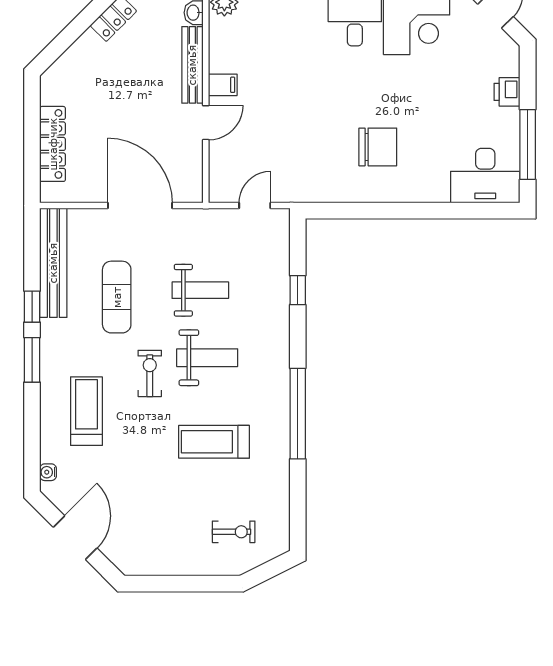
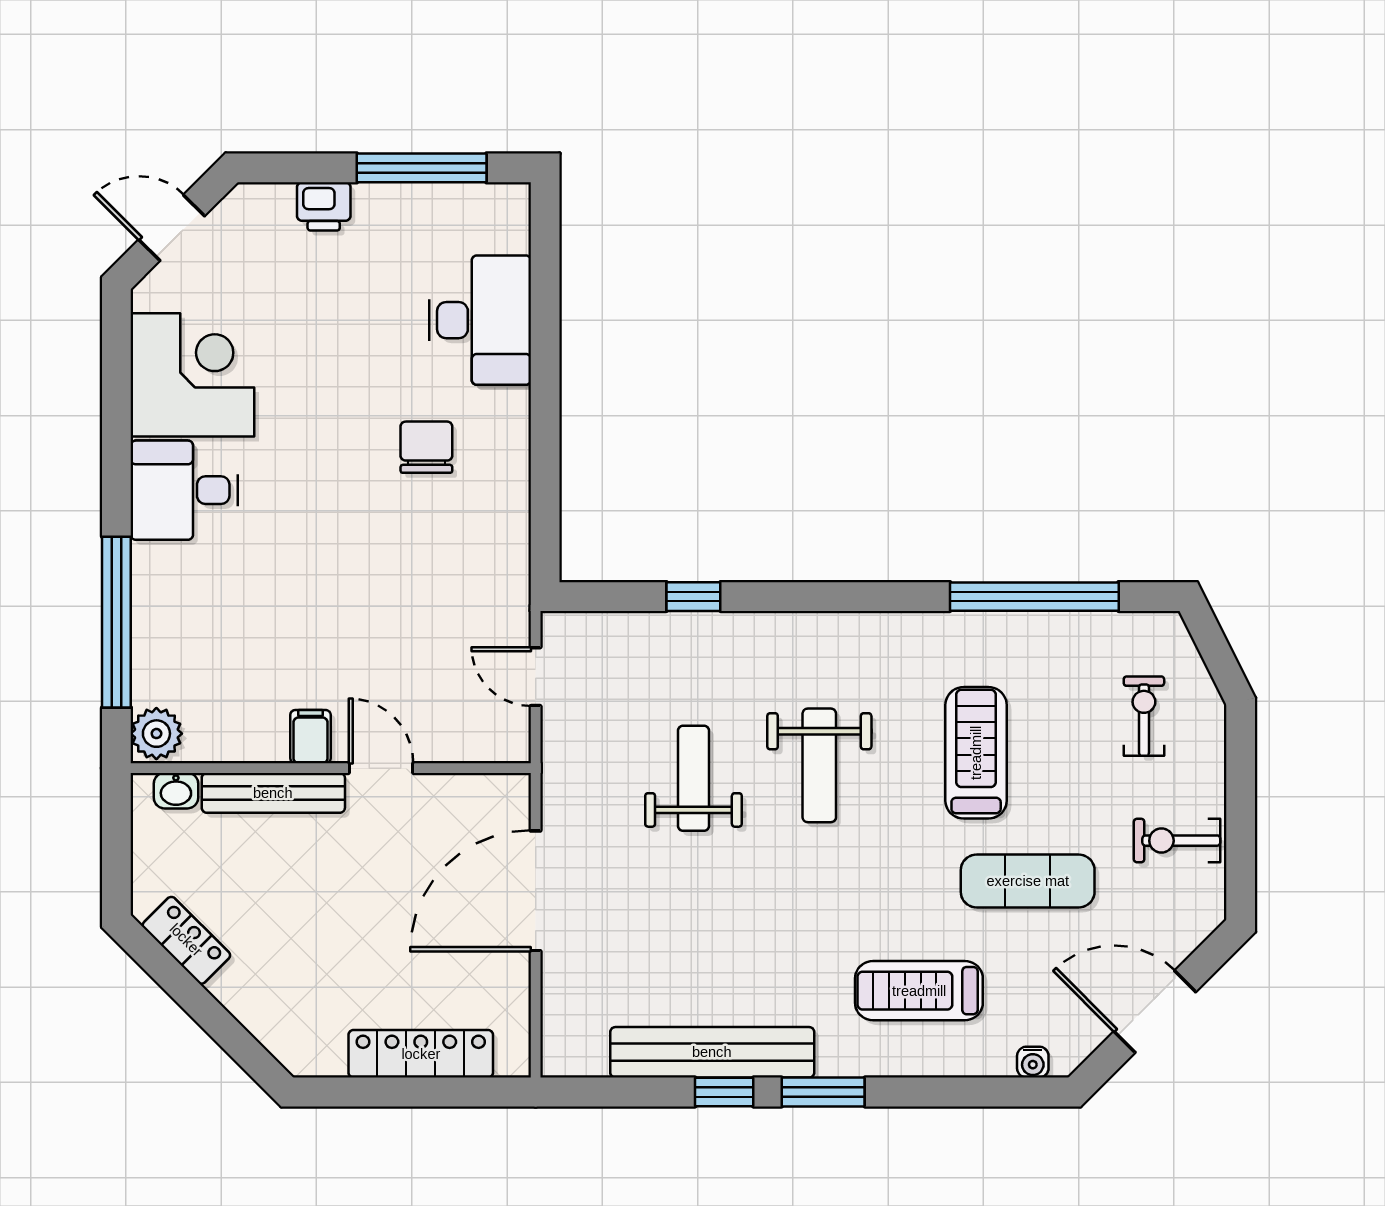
chair: (378, 147) -> (426, 447), width x0.73, depth x0.73
desk: (485, 176) -> (480, 320), moved
bench: (53, 263) -> (712, 1052), moved
exercise mat: (117, 297) -> (1028, 881), moved
weight bench: (207, 358) -> (819, 765), turned 180
exercise bike: (150, 373) -> (1177, 841), moved
window: (298, 414) -> (1034, 597), moved
treadmill: (214, 442) -> (976, 753), turned 180

